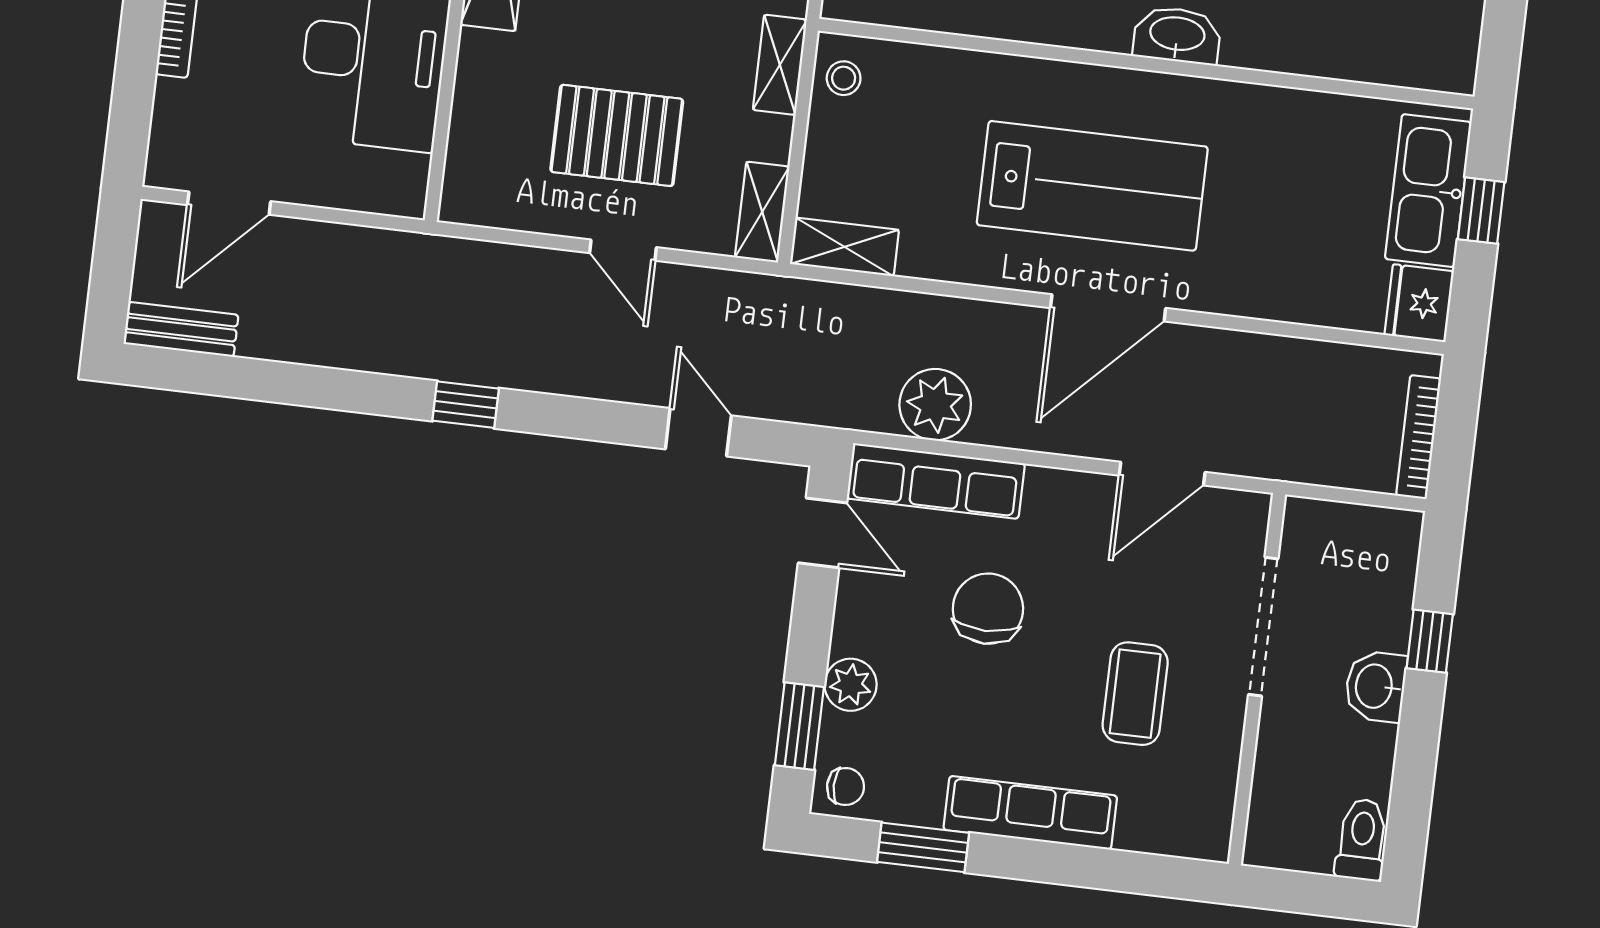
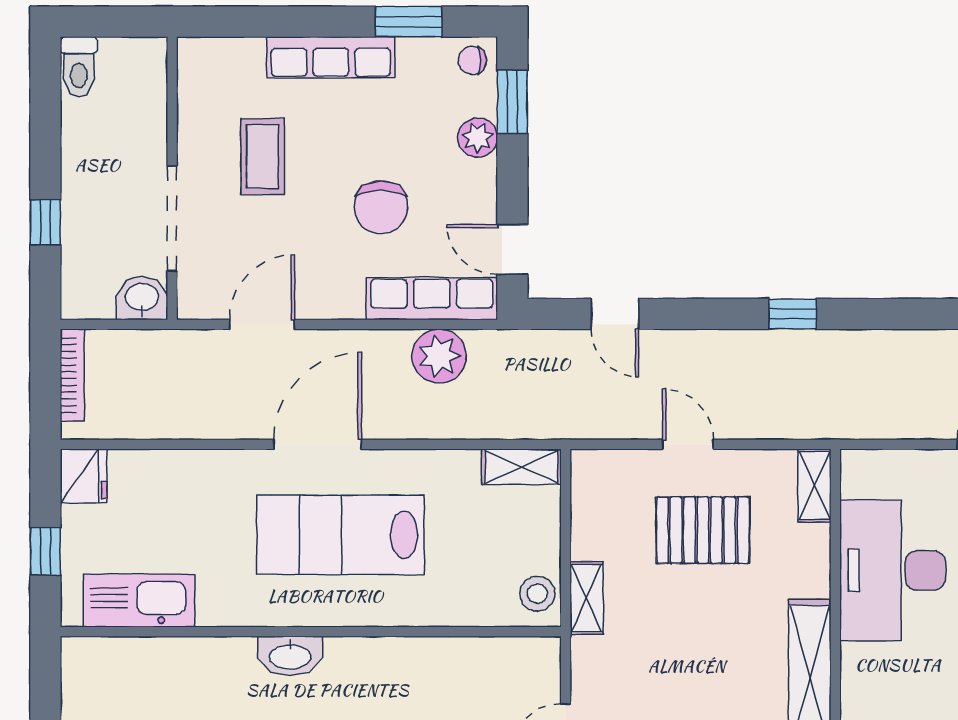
stool: (844, 78) -> (537, 594), width x1.37, depth x1.37
kitchen sink: (1428, 191) -> (139, 601), moved, turned -90
shelving: (762, 212) -> (814, 486), moved
washbasin: (1376, 686) -> (142, 298), moved, turned -90

